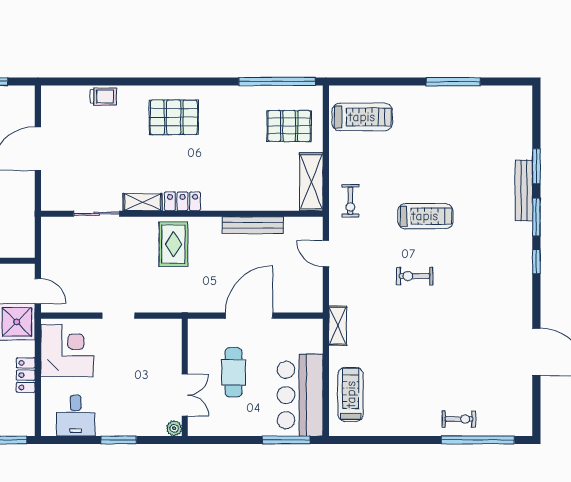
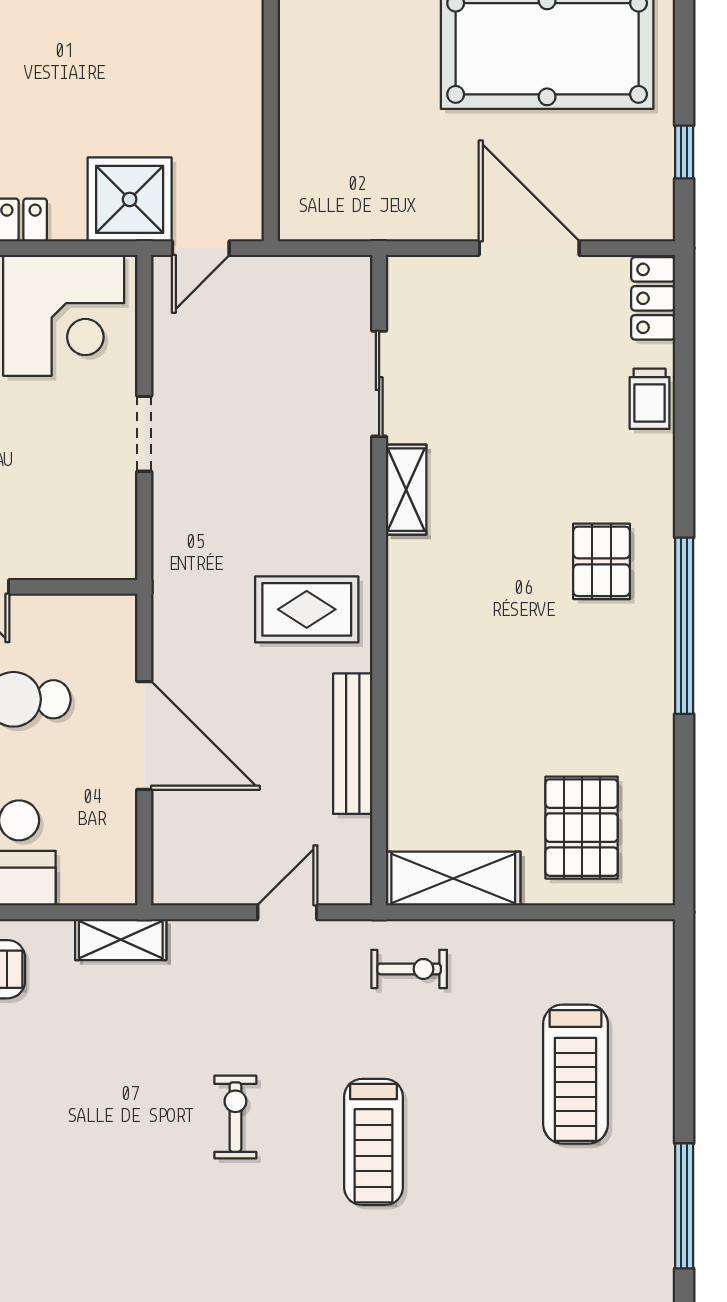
window: (277, 82) -> (684, 626), moved
pallet: (174, 117) -> (602, 561), width x0.67, depth x0.71
treadmill: (362, 117) -> (575, 1074), moved
locker: (182, 201) -> (653, 298), moved, turned 180
exercise bike: (350, 201) -> (409, 969), turned 180
rug: (173, 244) -> (307, 609), moved

